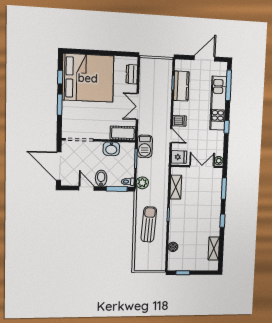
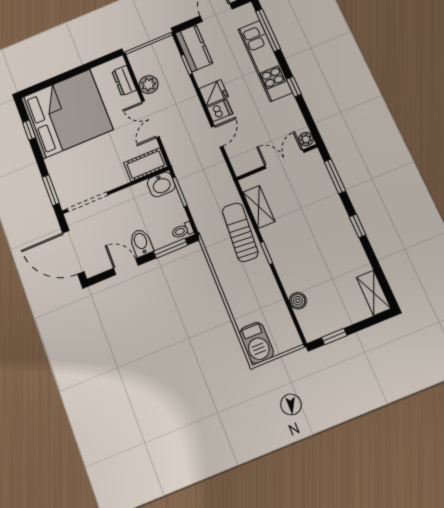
kitchen counter: (181, 86) -> (194, 48), moved
window: (60, 105) -> (51, 190), moved
door: (171, 136) -> (217, 137), hinge flipped
barbecue: (145, 146) -> (256, 343), moved
washbasin: (111, 149) -> (161, 184), moved
fridge: (179, 157) -> (214, 93), moved
plant: (142, 183) -> (149, 85), moved
sun lounger: (149, 224) -> (240, 232), moved
shelving: (214, 248) -> (374, 293), moved

